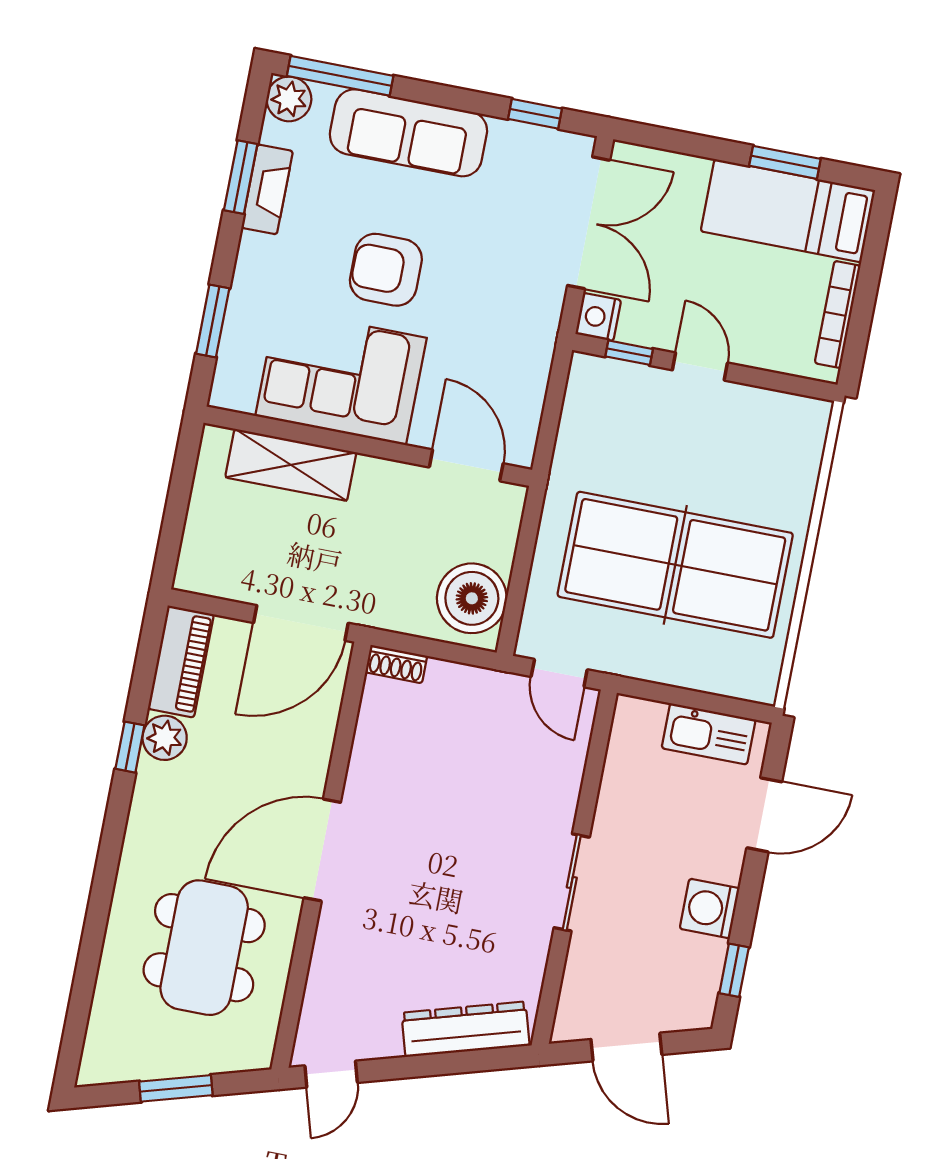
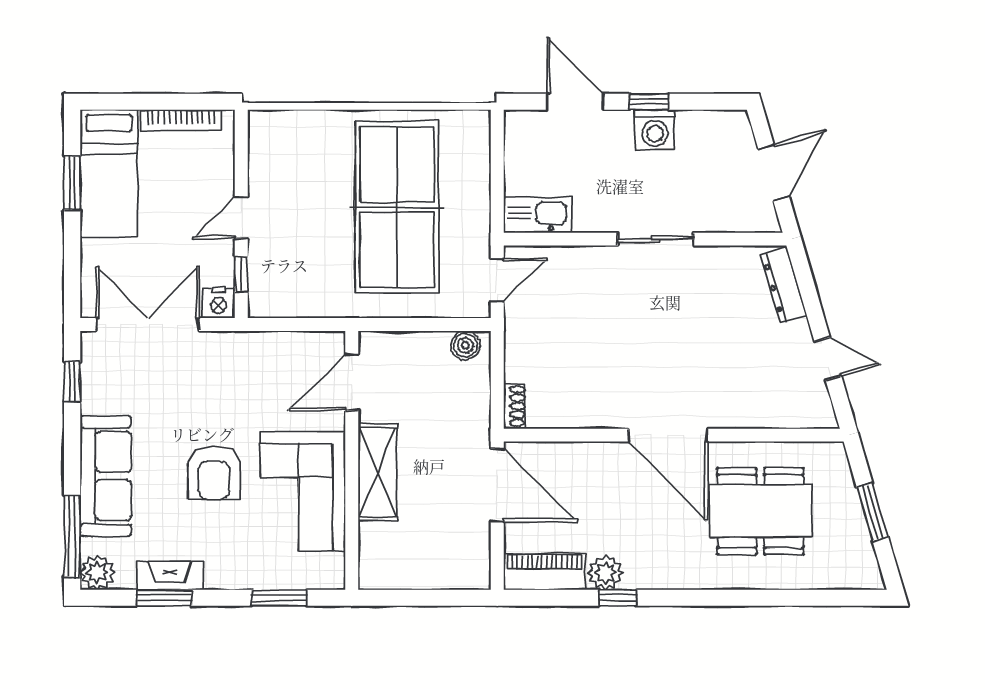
shelving: (291, 465) -> (378, 472), moved
boiler: (472, 598) -> (465, 345), width x0.54, depth x0.54
kitchen sink: (709, 734) -> (538, 215), moved, turned -90
window: (734, 970) -> (649, 102), moved
dresser: (466, 1029) -> (784, 285), width x0.73, depth x0.80
door: (331, 1074) -> (828, 359), moved

